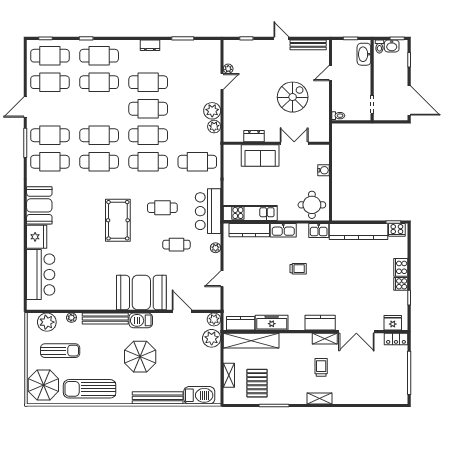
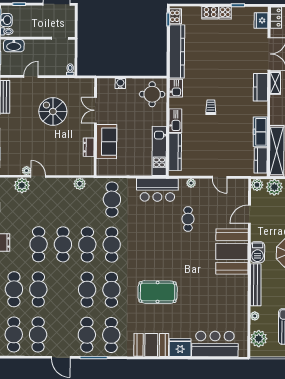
door: (330, 73) -> (31, 77), swing flipped
plant: (212, 111) -> (22, 185), moved
cafe table: (162, 208) -> (154, 232), removed
pool table: (118, 220) -> (158, 292), moved

